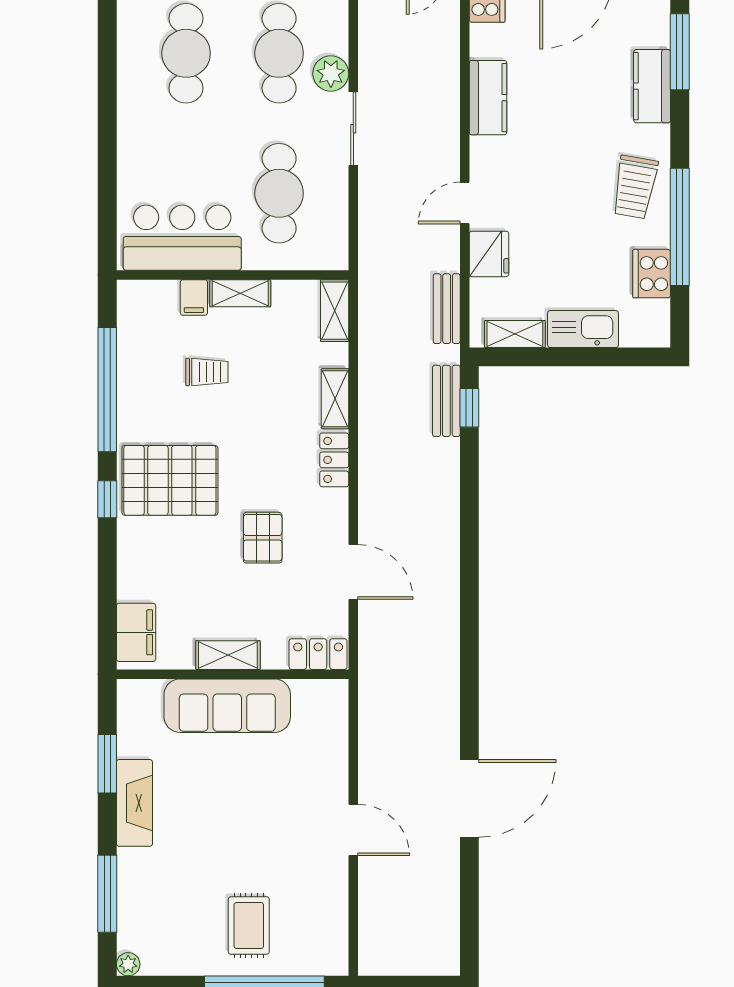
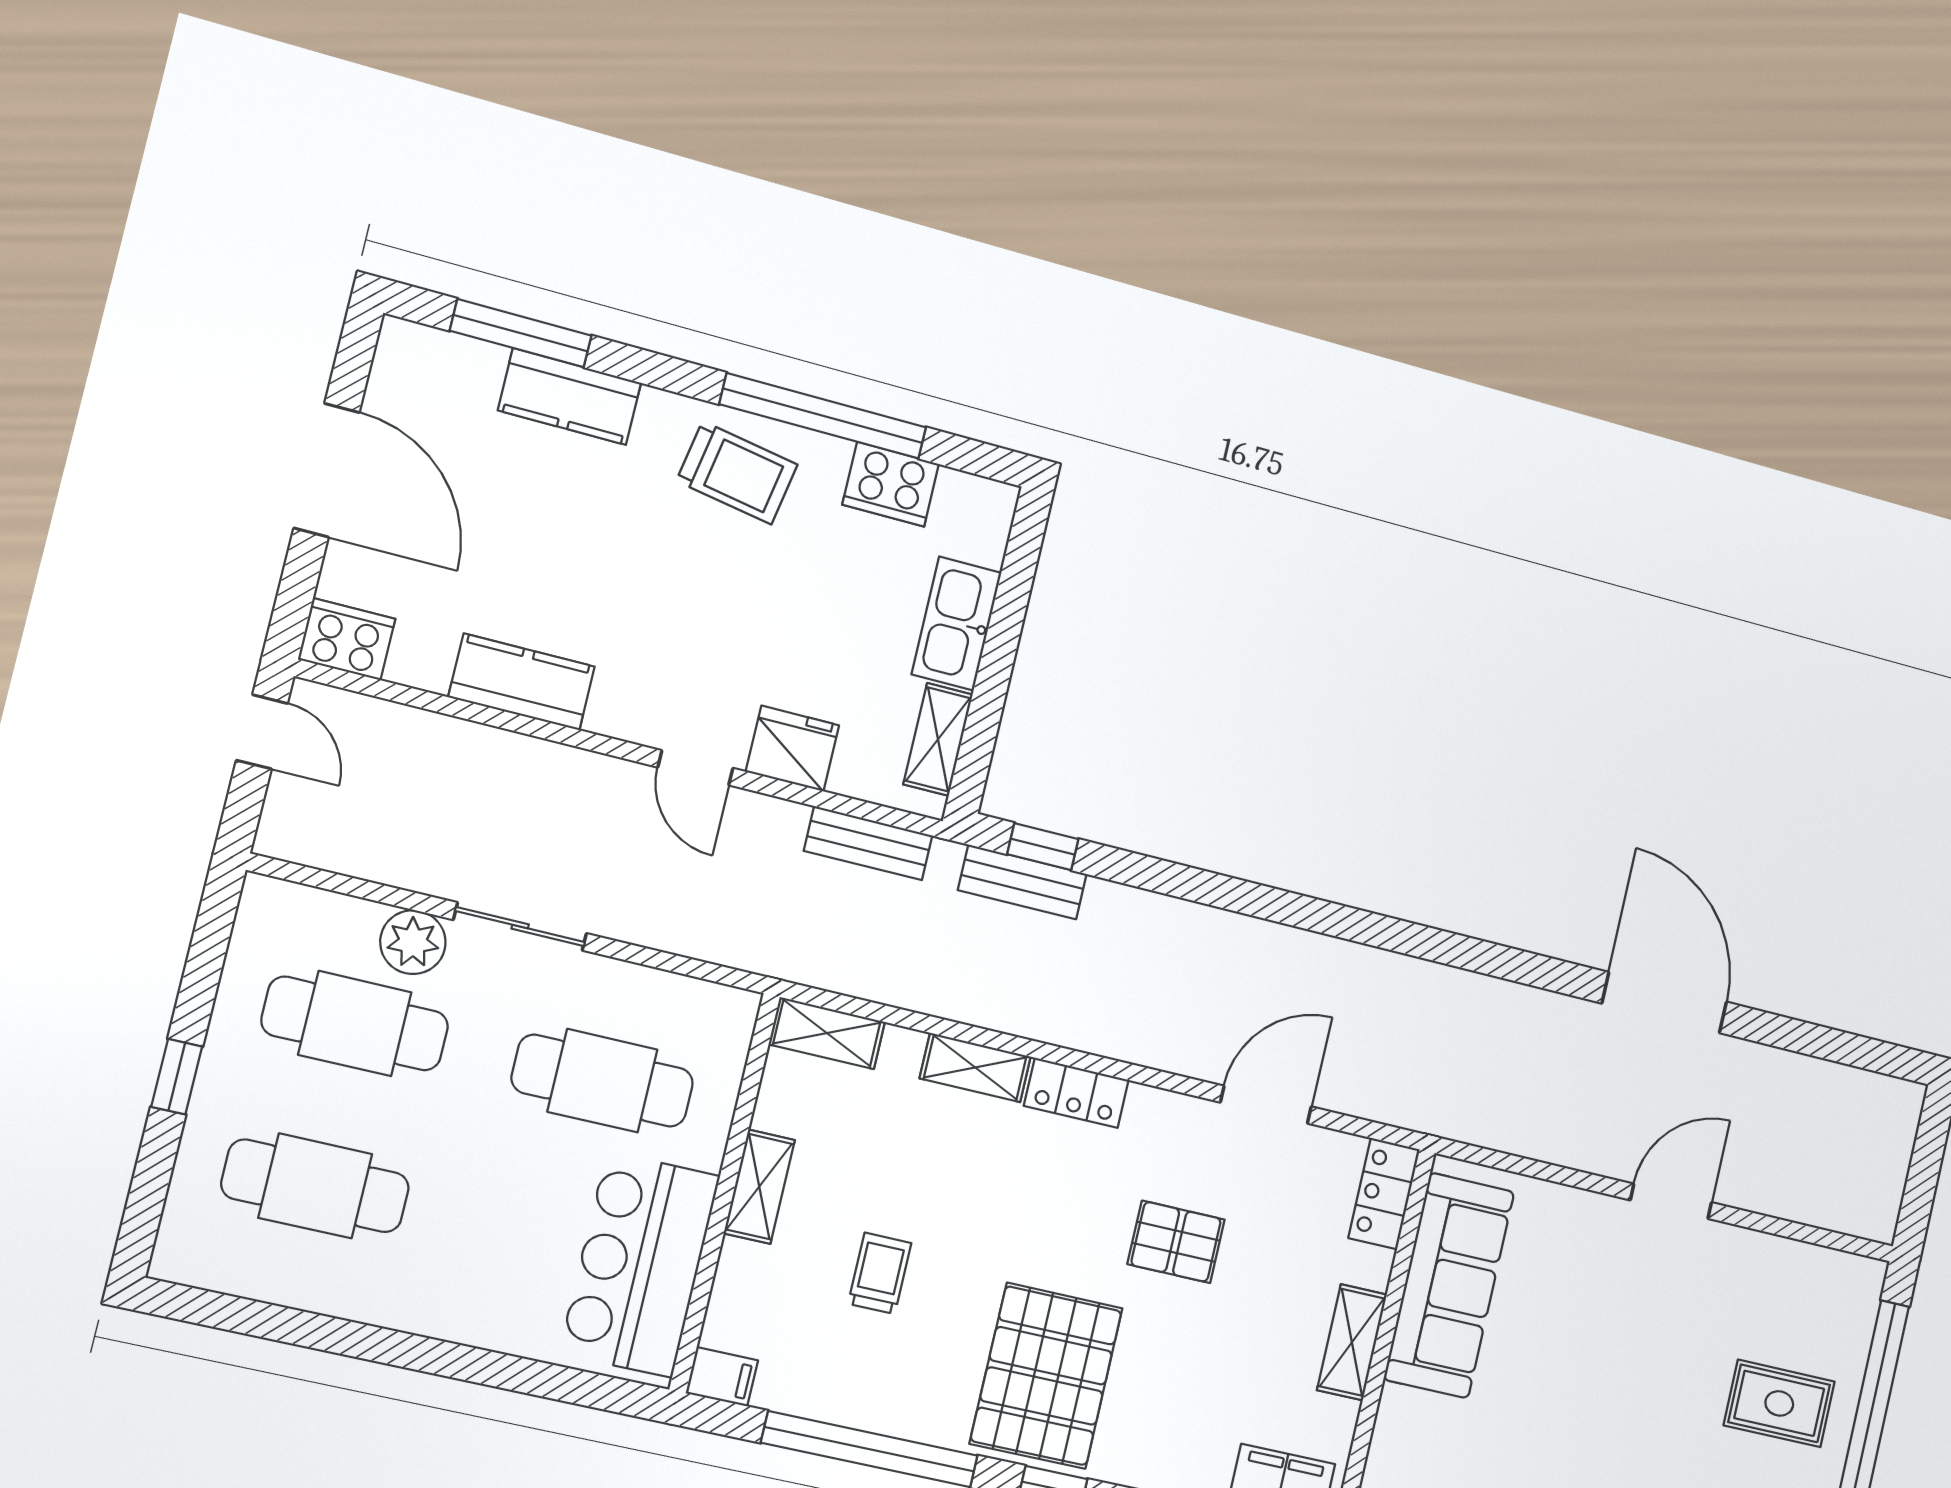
filing cabinet: (194, 298) -> (722, 1377), moved
sofa: (227, 706) -> (1449, 1285), moved

